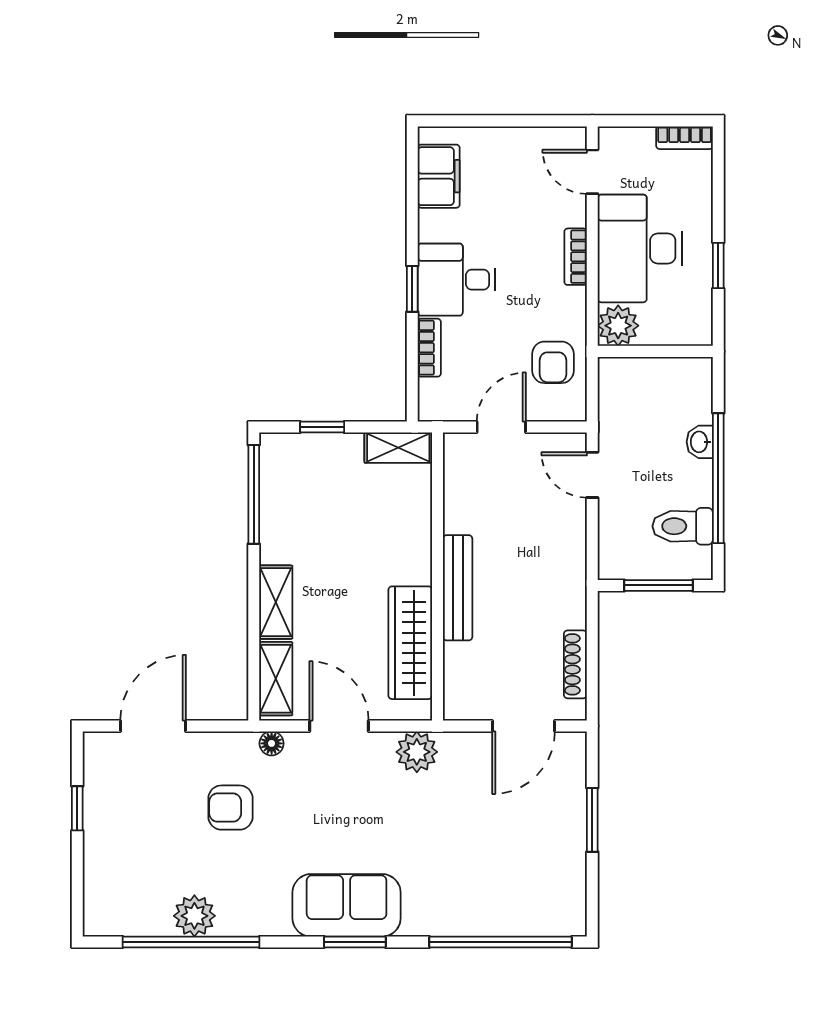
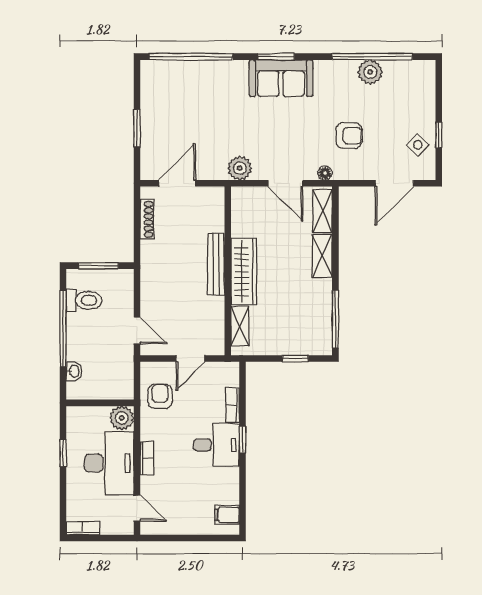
filing cabinet: (439, 176) -> (227, 515), width x0.50
washbasin: (700, 442) -> (74, 371), moved
shelving: (398, 448) -> (240, 326), moved, turned 90
wardrobe: (410, 643) -> (244, 272), moved
side table: (113, 792) -> (418, 145), added

